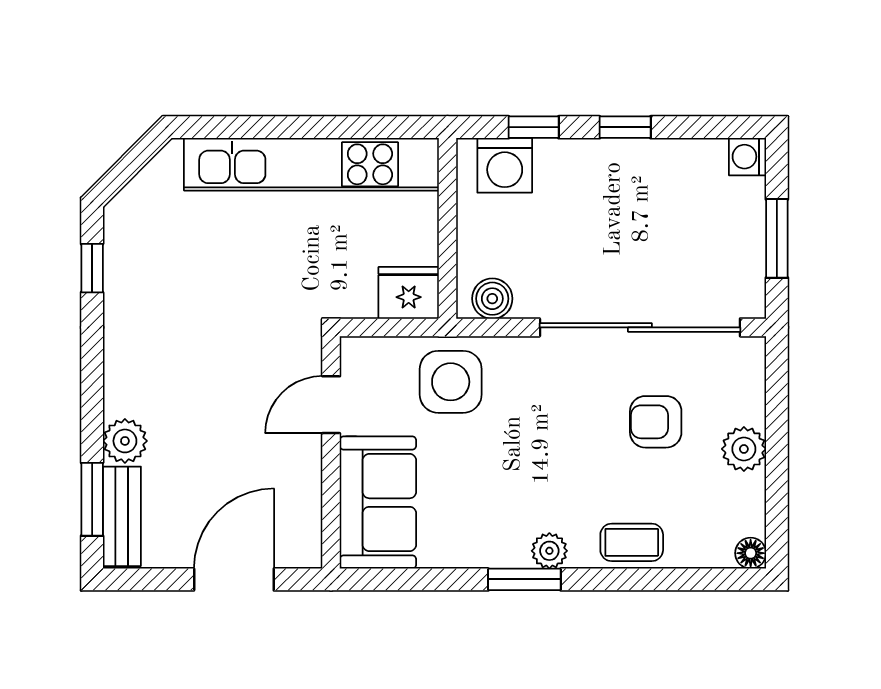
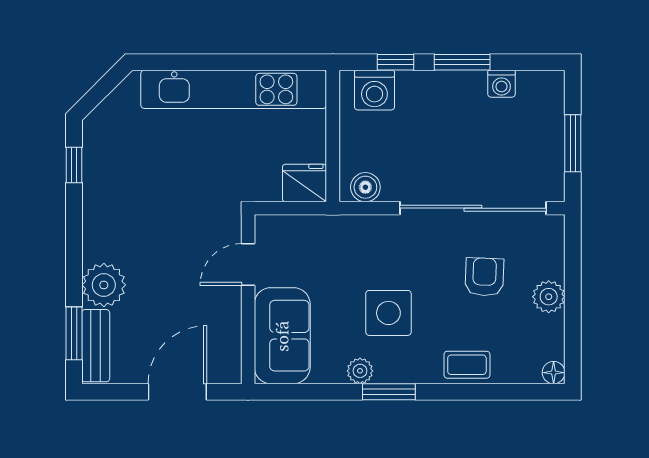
window: (625, 127) -> (462, 62), width x1.50
washing machine: (747, 157) -> (502, 84), moved, turned -90
side table: (451, 382) -> (388, 313), moved
armchair: (656, 422) -> (484, 277), turned 92
plant: (125, 441) -> (104, 285), width x1.36, depth x1.36
plant: (549, 551) -> (360, 371), moved

